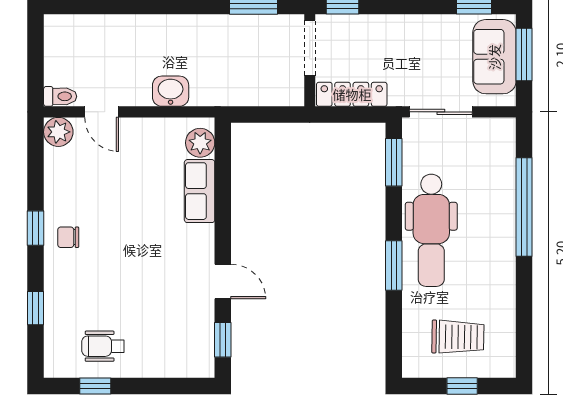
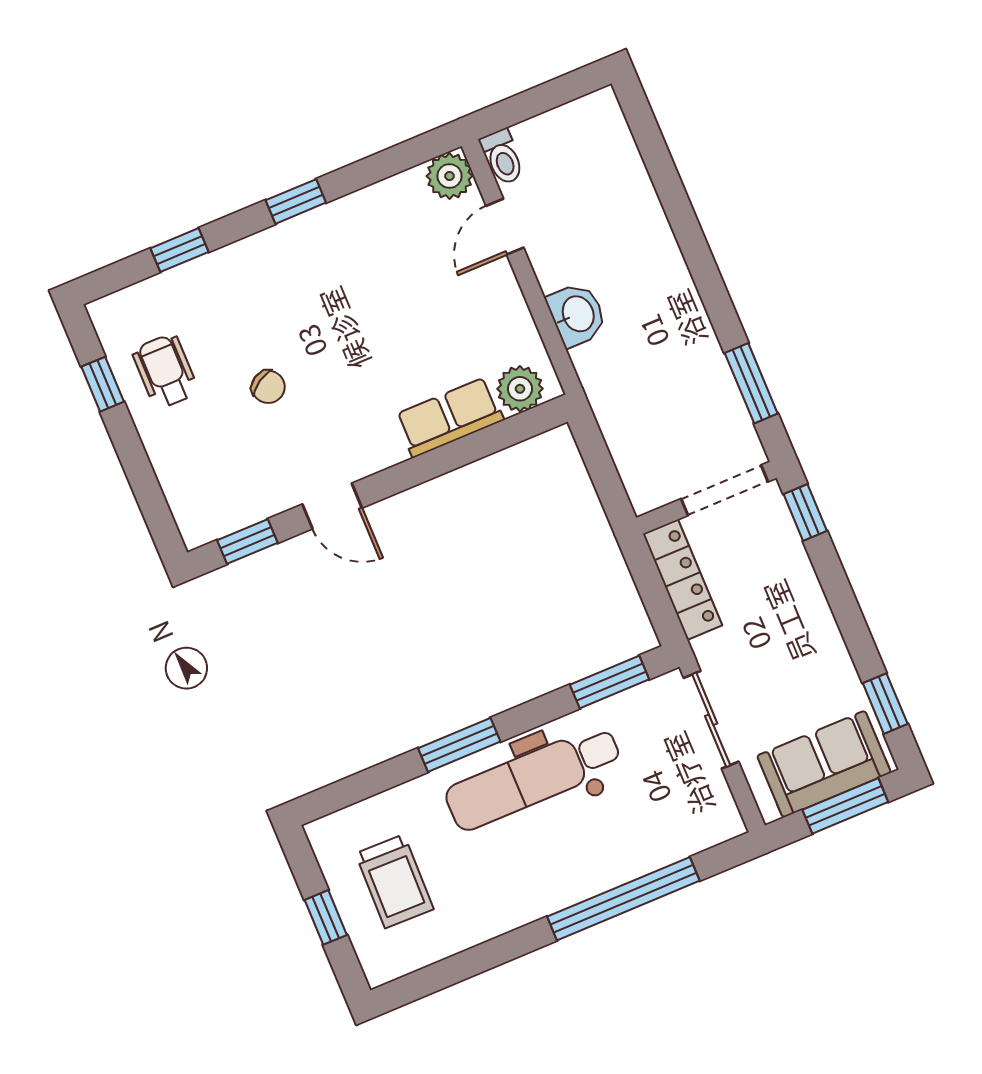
chair: (68, 237) -> (268, 387), moved, turned 148
door: (223, 281) -> (332, 506), hinge flipped

